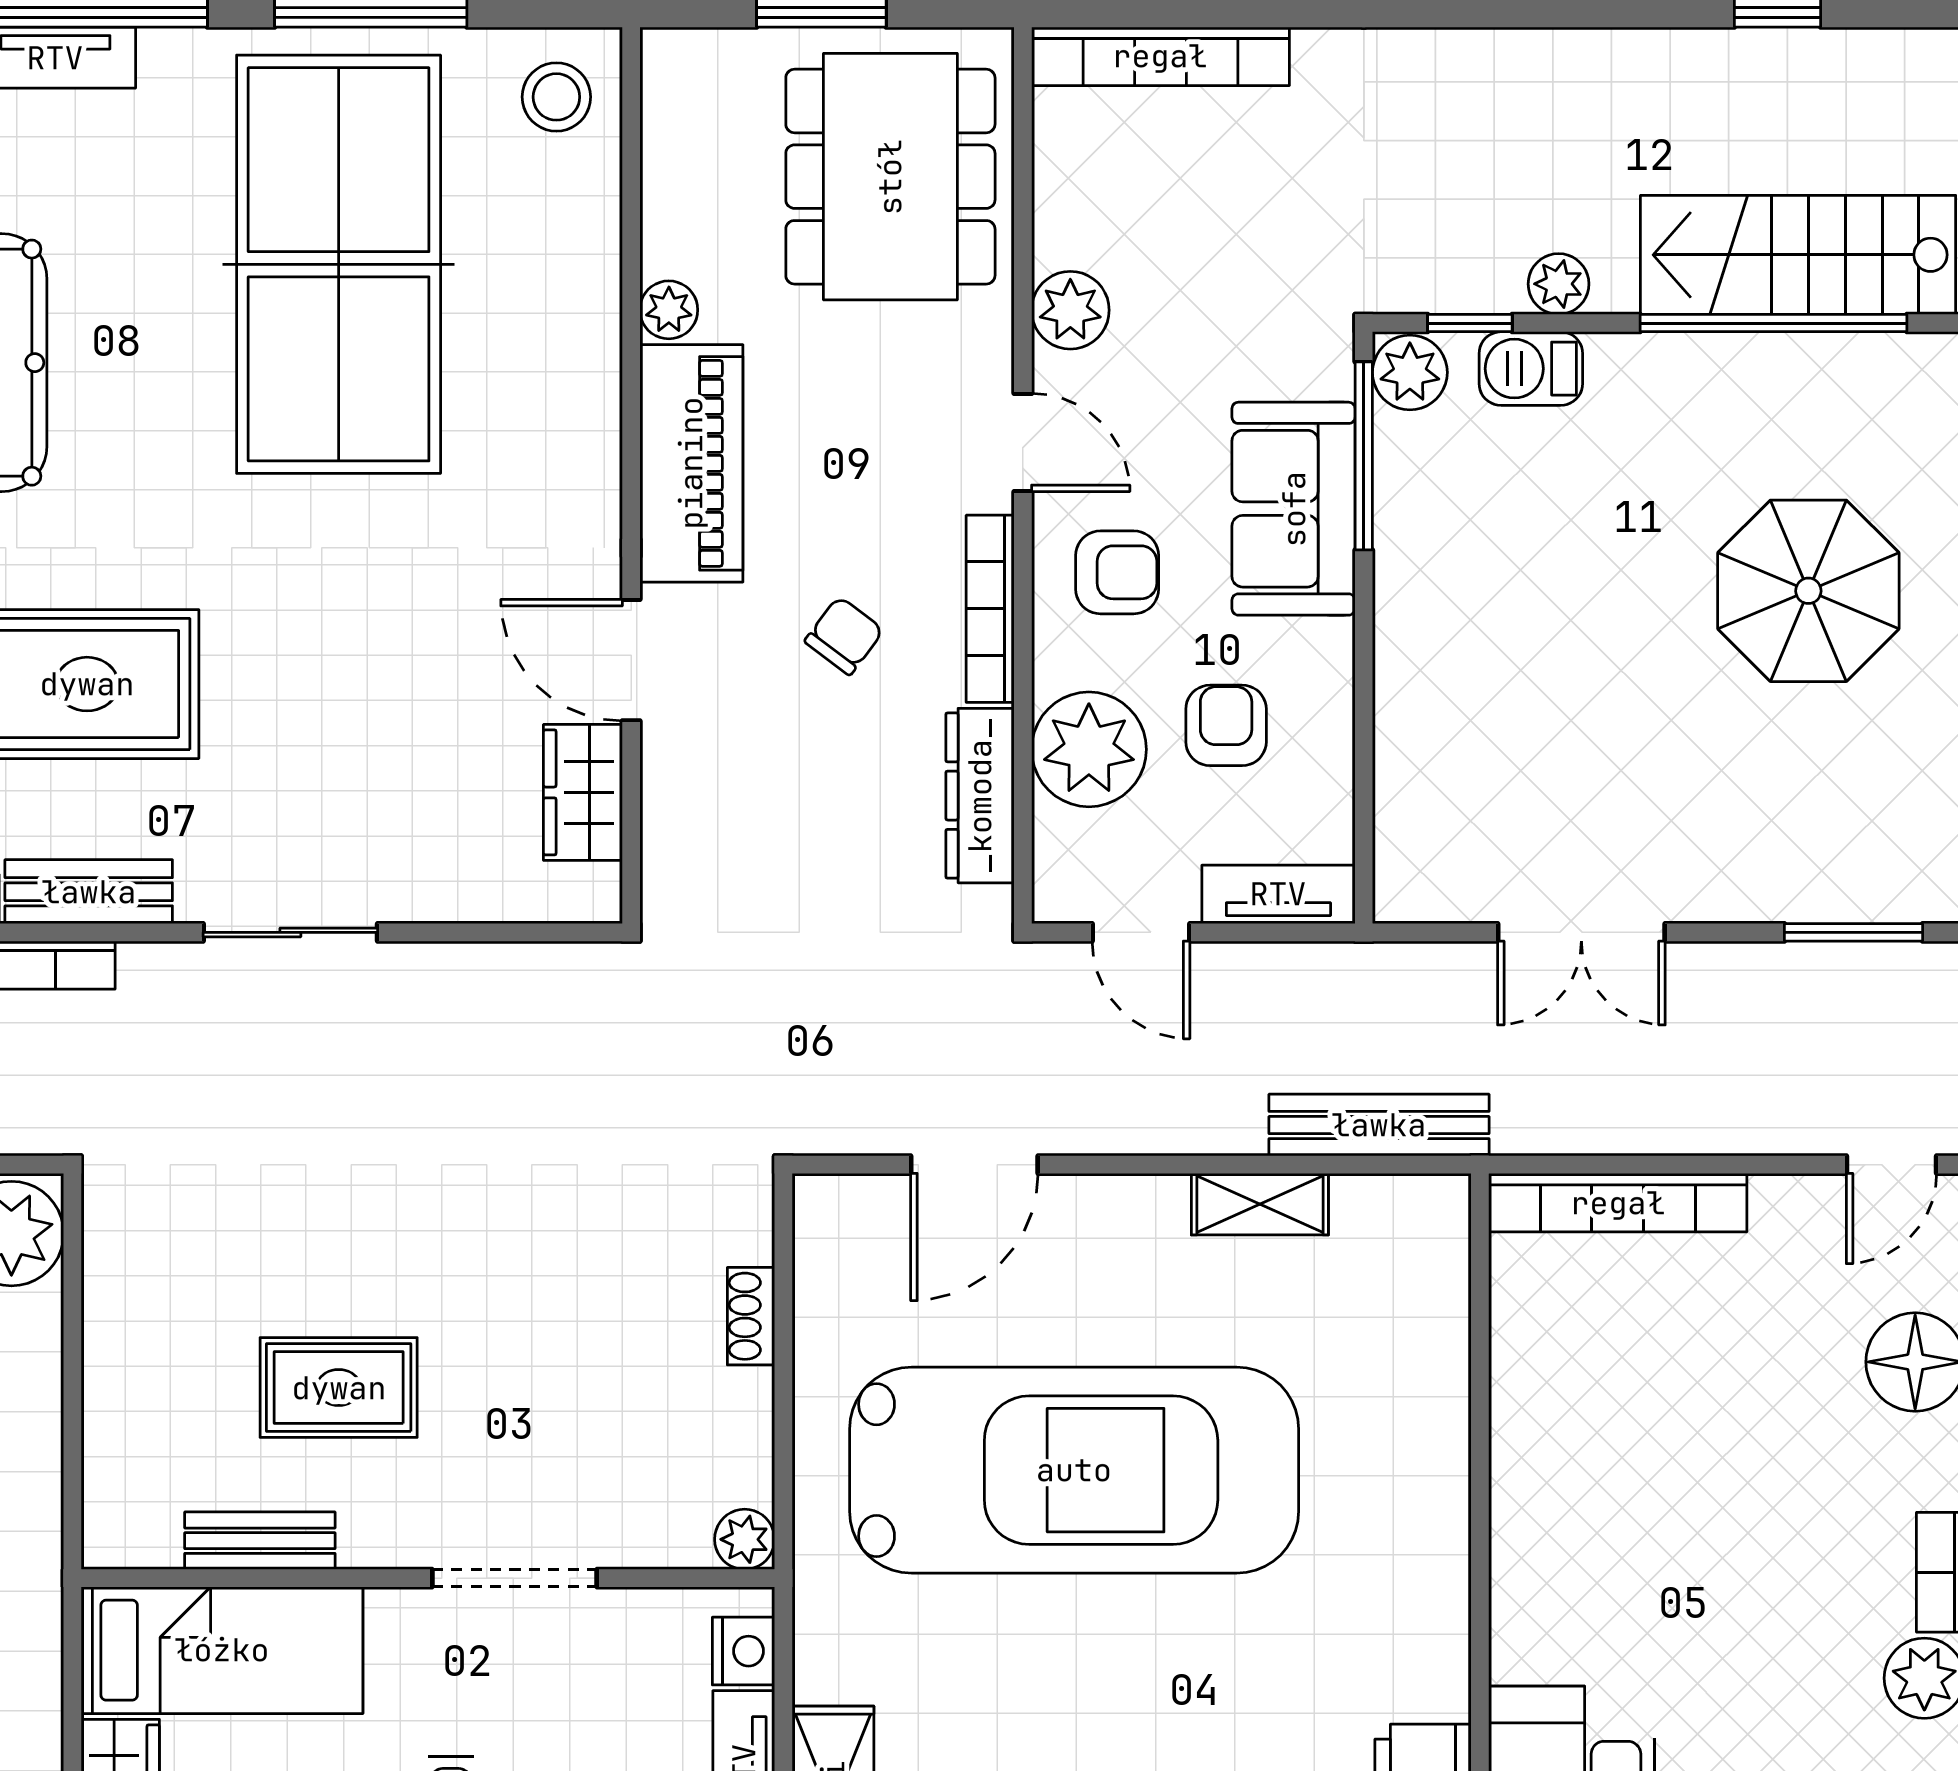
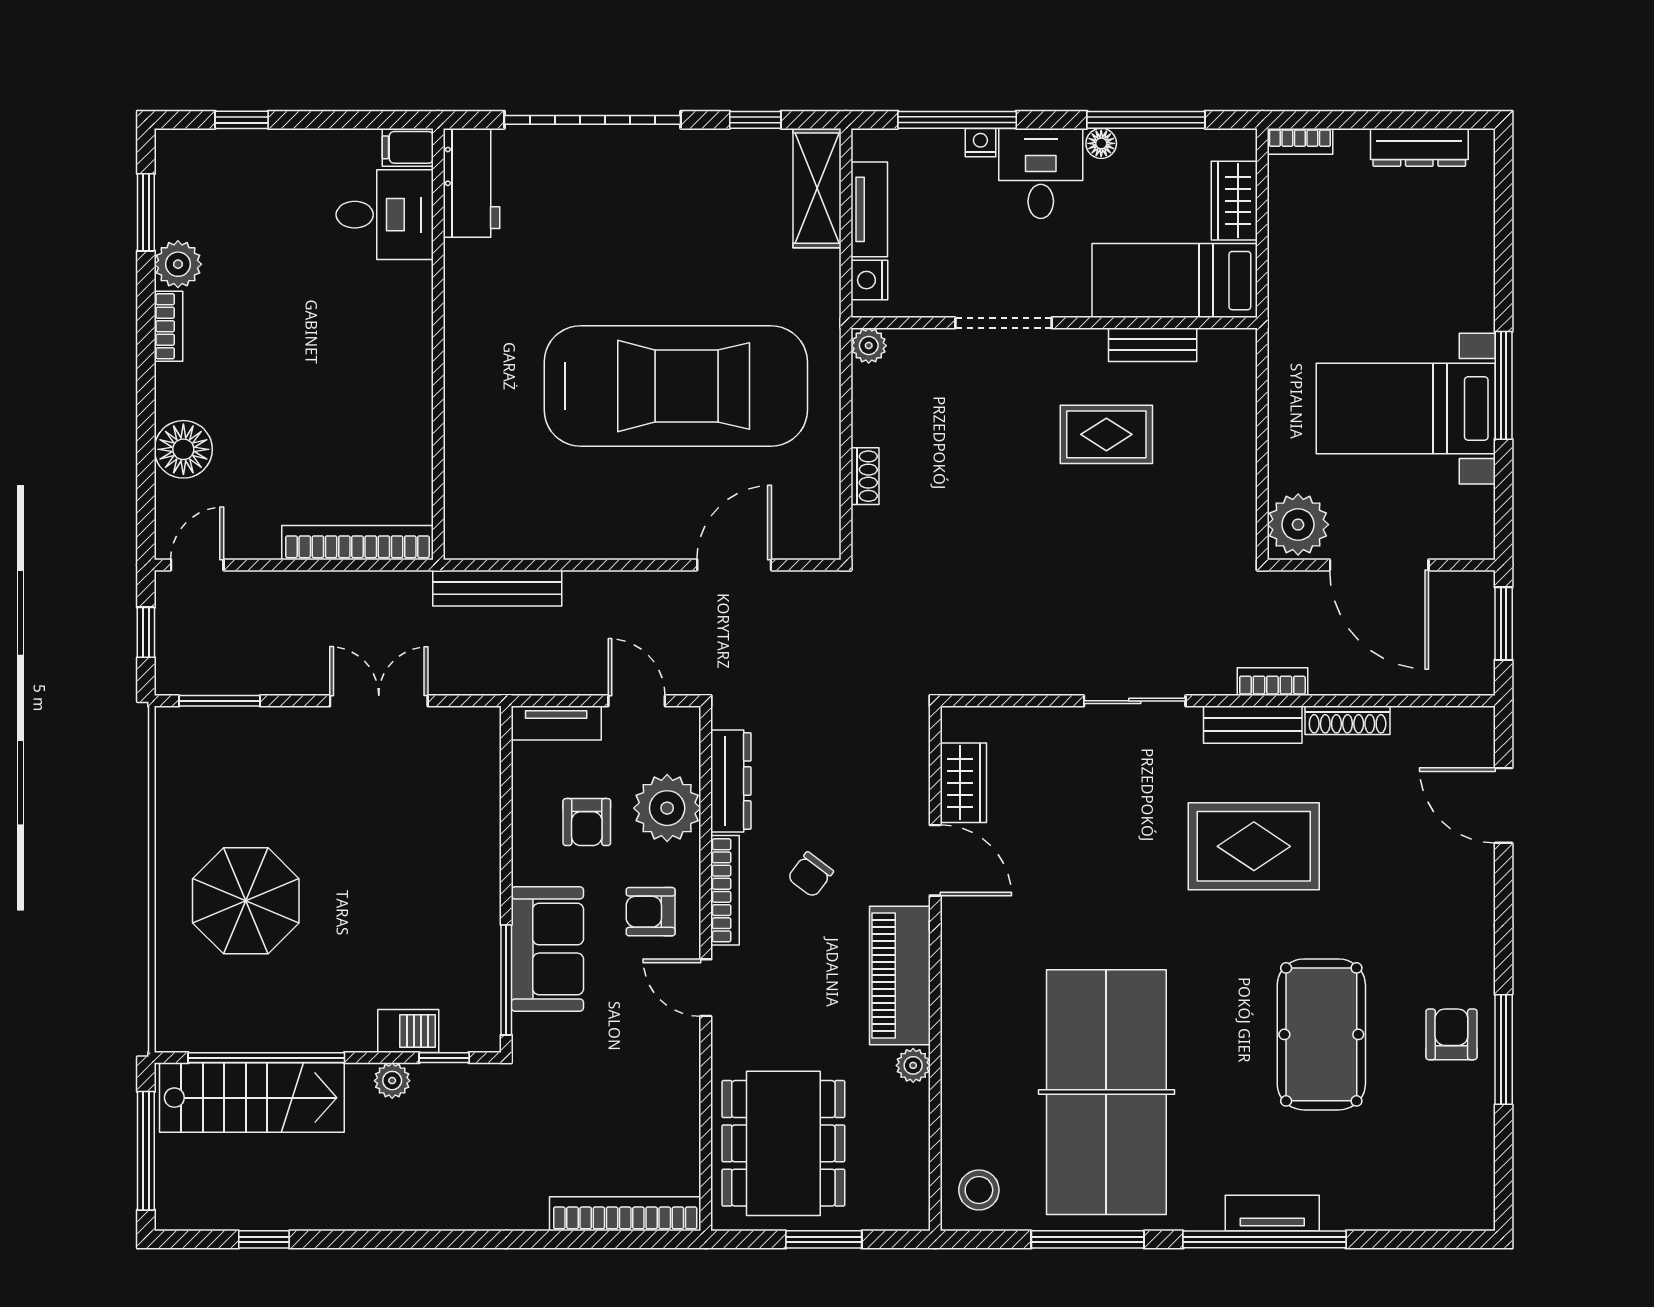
plant: (1070, 310) -> (678, 1065), removed
plant: (1410, 372) -> (479, 1029), removed
shelving: (1260, 1204) -> (567, 542), removed
car: (1074, 1470) -> (676, 386), turned 180

